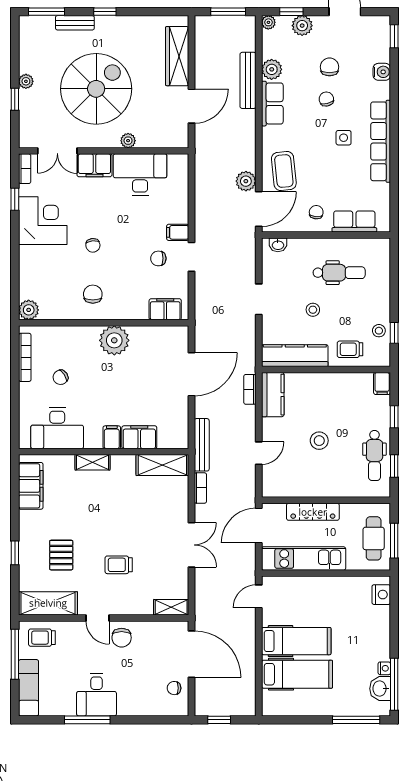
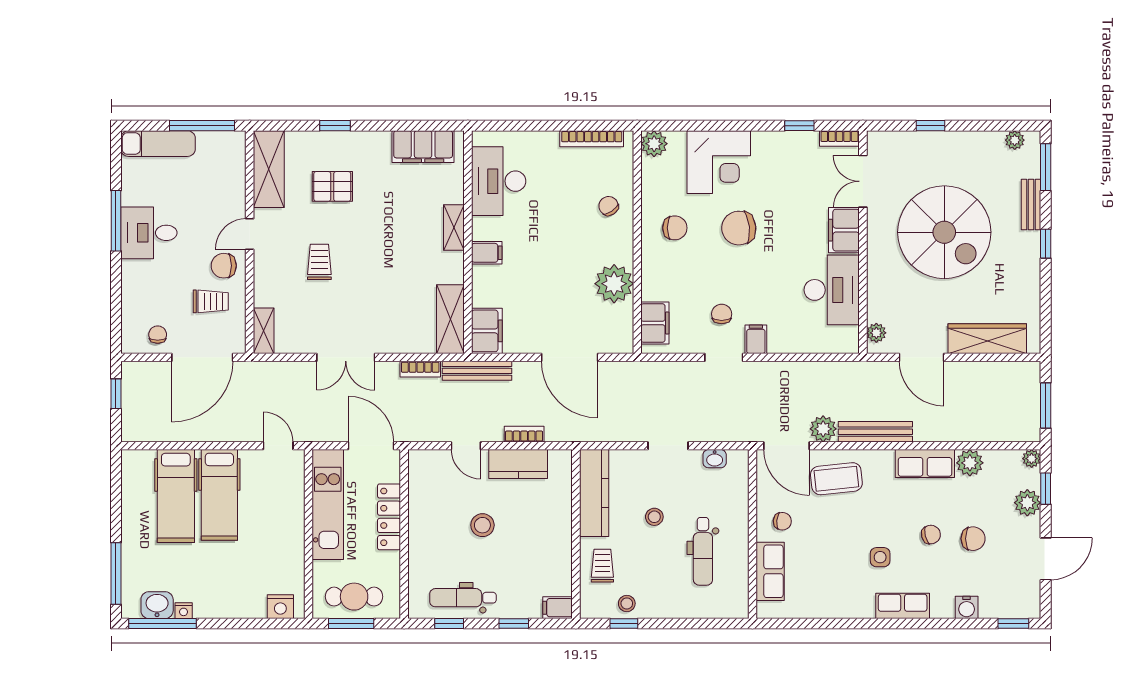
bench: (248, 80) -> (875, 432), moved
plant: (26, 81) -> (1015, 140), moved
plant: (128, 141) -> (876, 333), moved
row of seats: (381, 141) -> (903, 606), width x0.50
corner desk: (43, 221) -> (719, 162), moved
chair: (93, 245) -> (739, 228), width x1.87, depth x1.87
washbasin: (278, 245) -> (715, 459), moved, turned -90
plant: (114, 340) -> (614, 284), moved
chair: (60, 377) -> (609, 206), moved
bookcase: (250, 389) -> (524, 434), moved
kitchen counter: (273, 395) -> (518, 464), moved
filing cabinet: (139, 437) -> (487, 331), moved
trolley: (42, 638) -> (211, 301), moved, turned 90

